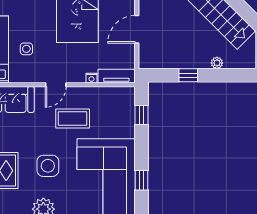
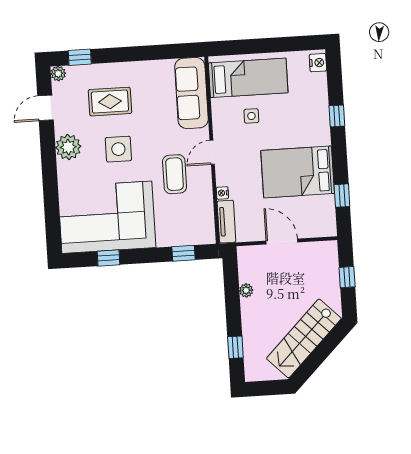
plant: (217, 63) -> (246, 290), moved
window: (188, 75) -> (235, 347), moved
door: (56, 85) -> (212, 152), hinge flipped

